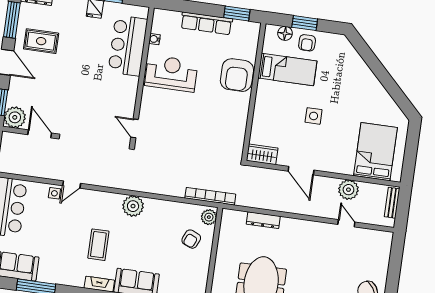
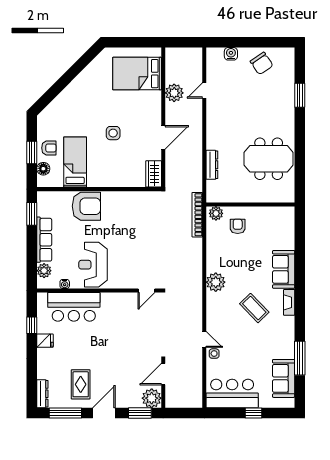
plant: (172, 18) -> (44, 271), added
bench: (392, 203) -> (180, 53), removed
armchair: (191, 239) -> (238, 226), turned -113
coffee table: (98, 245) -> (254, 308), turned 46
water cooler: (383, 258) -> (231, 54), added

